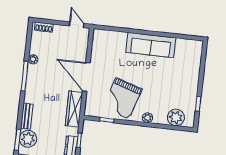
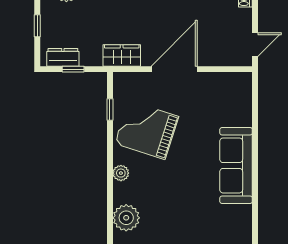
wardrobe: (74, 109) -> (122, 55), width x0.67

